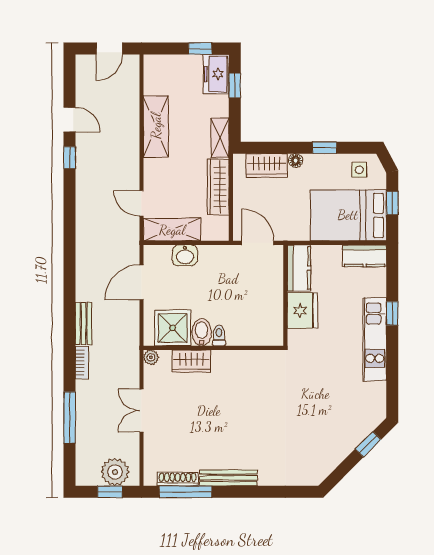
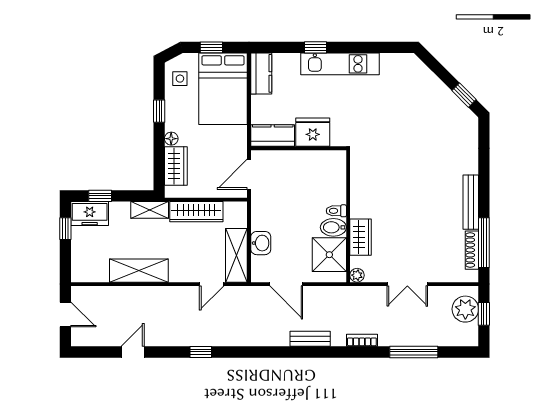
window: (70, 158) -> (201, 352), moved
bench: (83, 324) -> (310, 339), moved
window: (368, 444) -> (464, 95), moved

